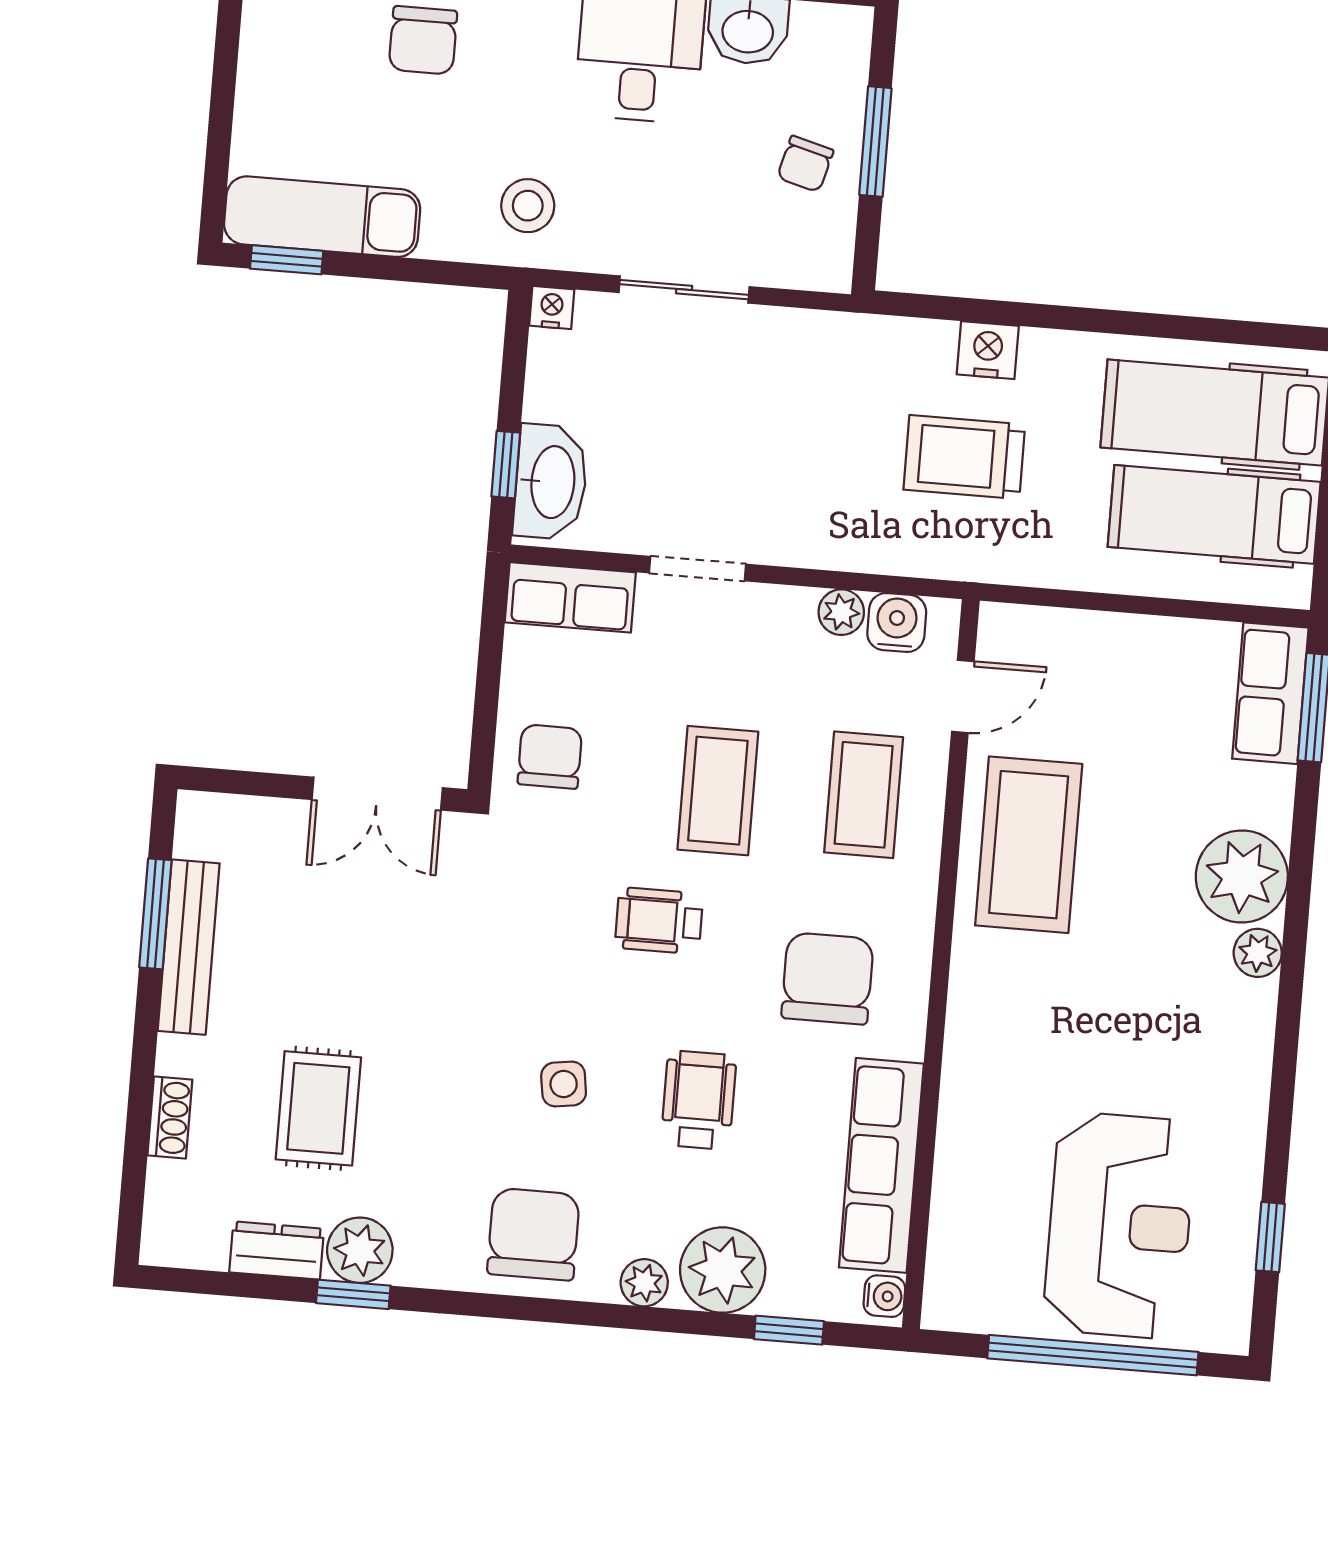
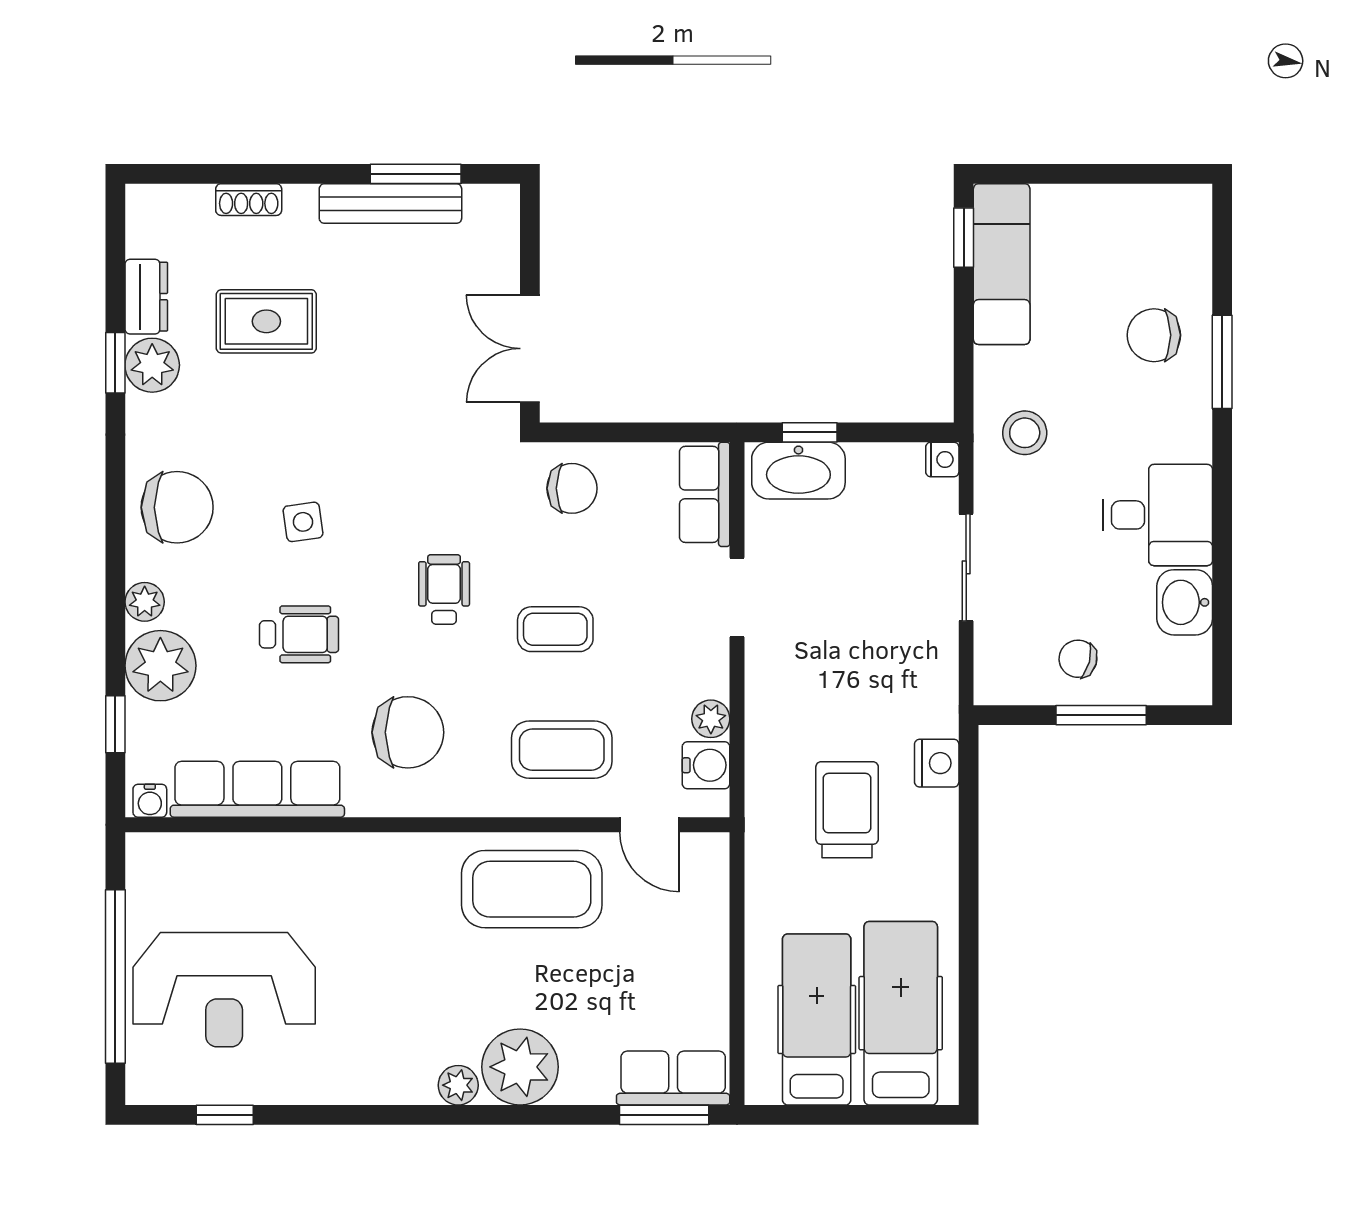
nightstand: (988, 350) -> (937, 763), moved
coffee table: (718, 791) -> (555, 629), width x0.73, depth x0.77

